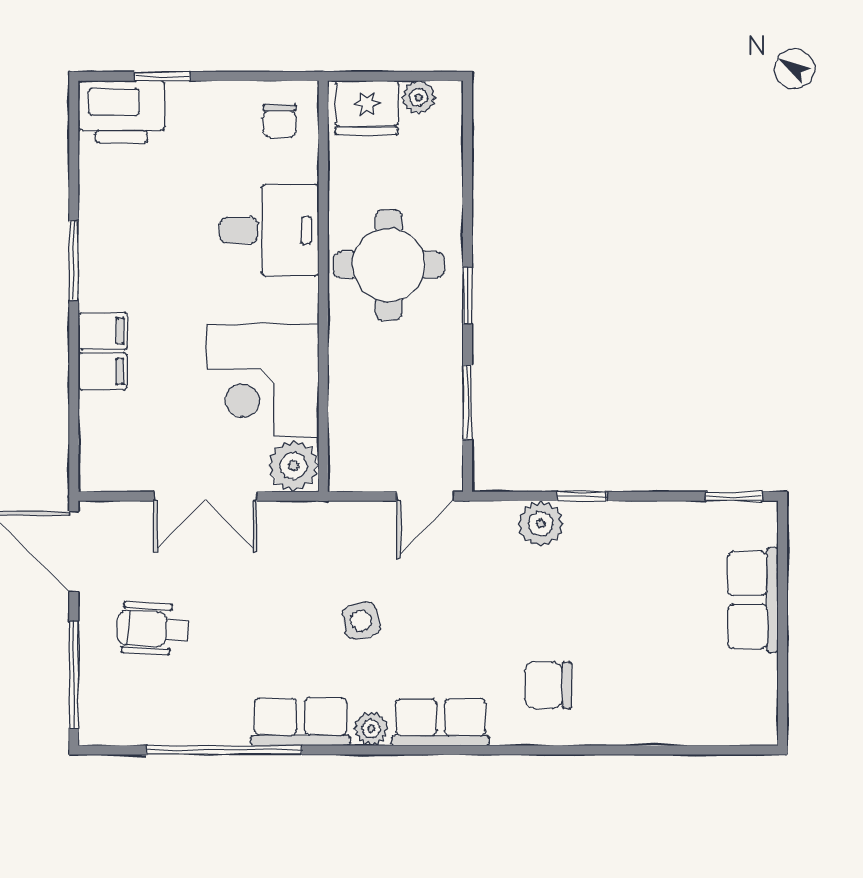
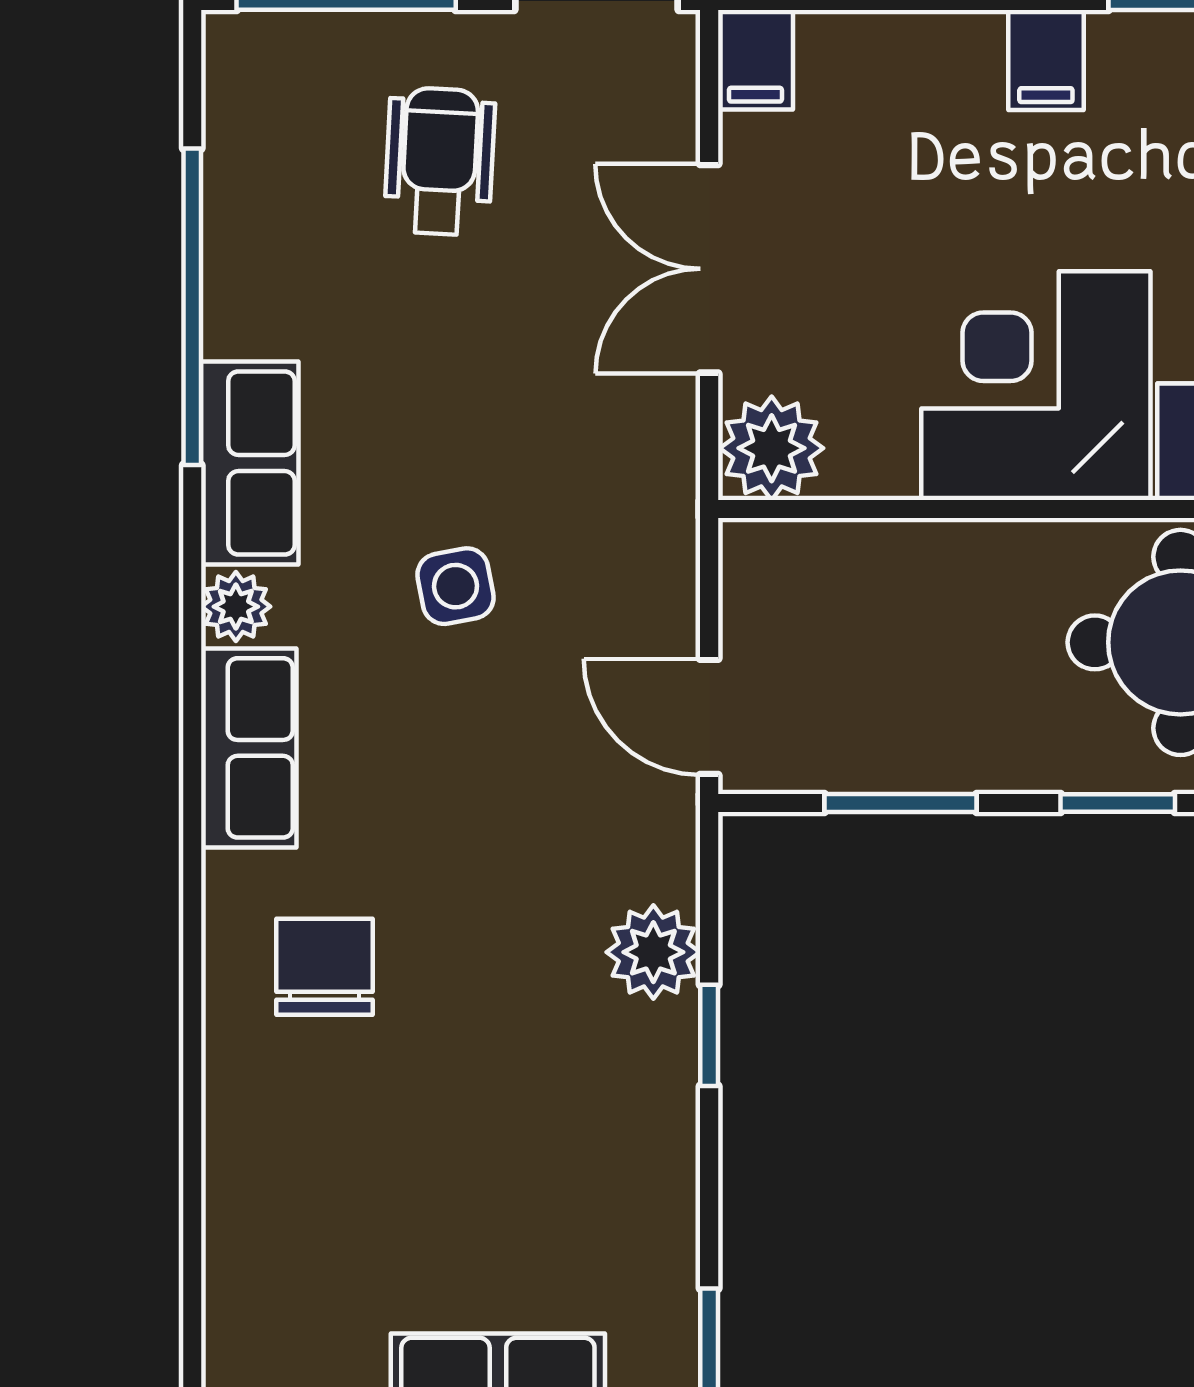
filing cabinet: (103, 371) -> (755, 60), moved
corner desk: (263, 381) -> (1036, 386), moved

